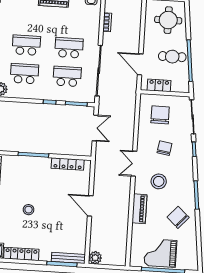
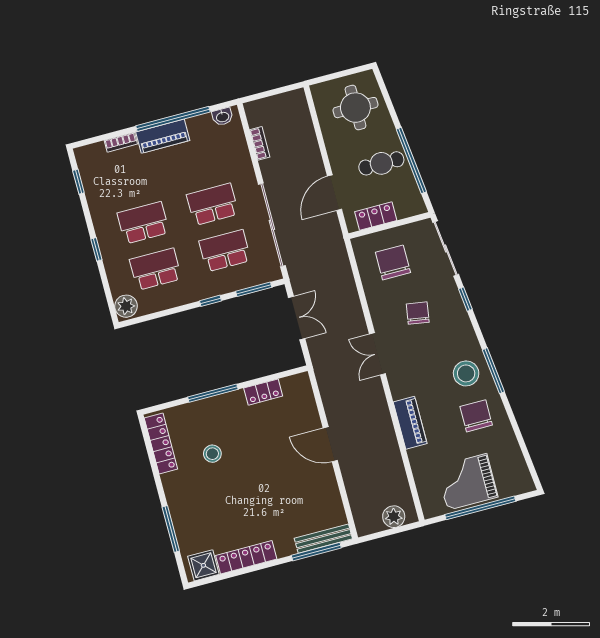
door: (140, 64) -> (335, 193), hinge flipped
locker: (68, 164) -> (263, 392), width x0.66
stool: (159, 181) -> (466, 373), moved
stool: (29, 210) -> (212, 454), moved
chair: (178, 217) -> (476, 416), turned 48
plant: (95, 258) -> (394, 517), moved

